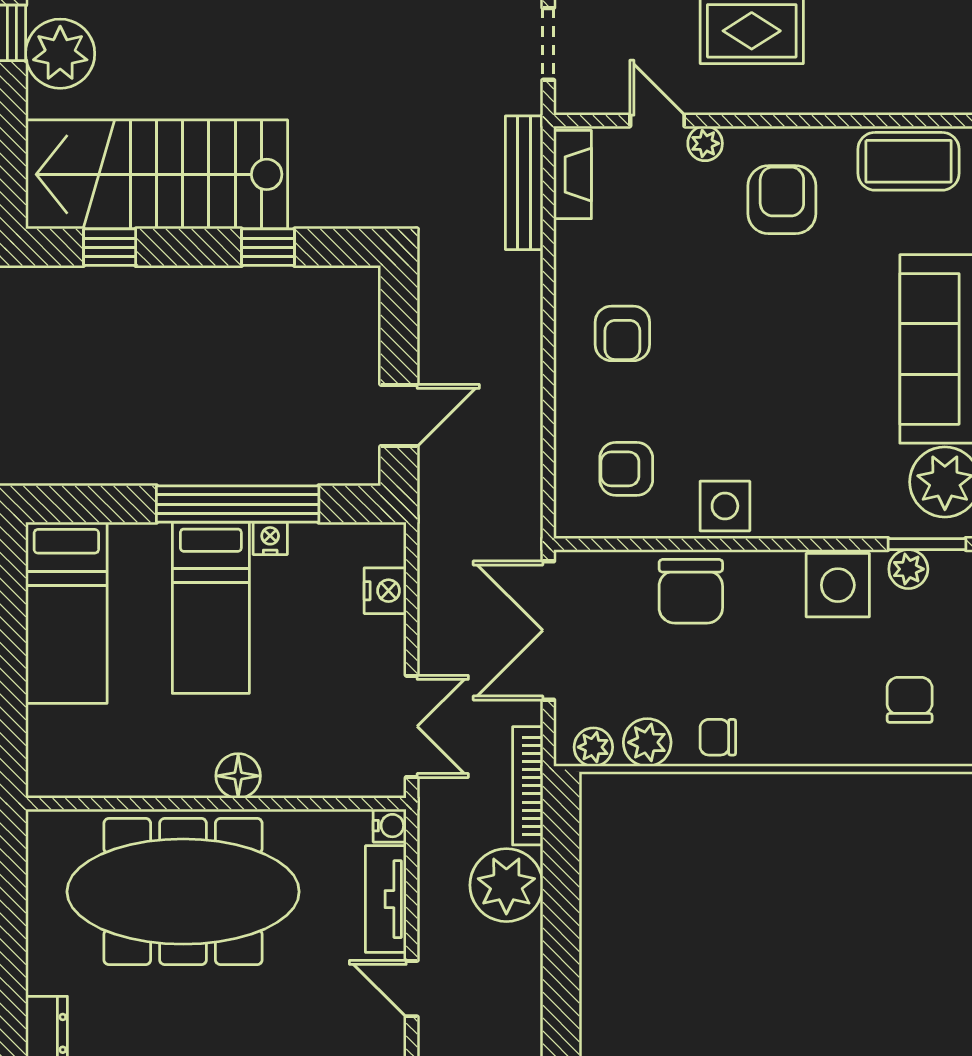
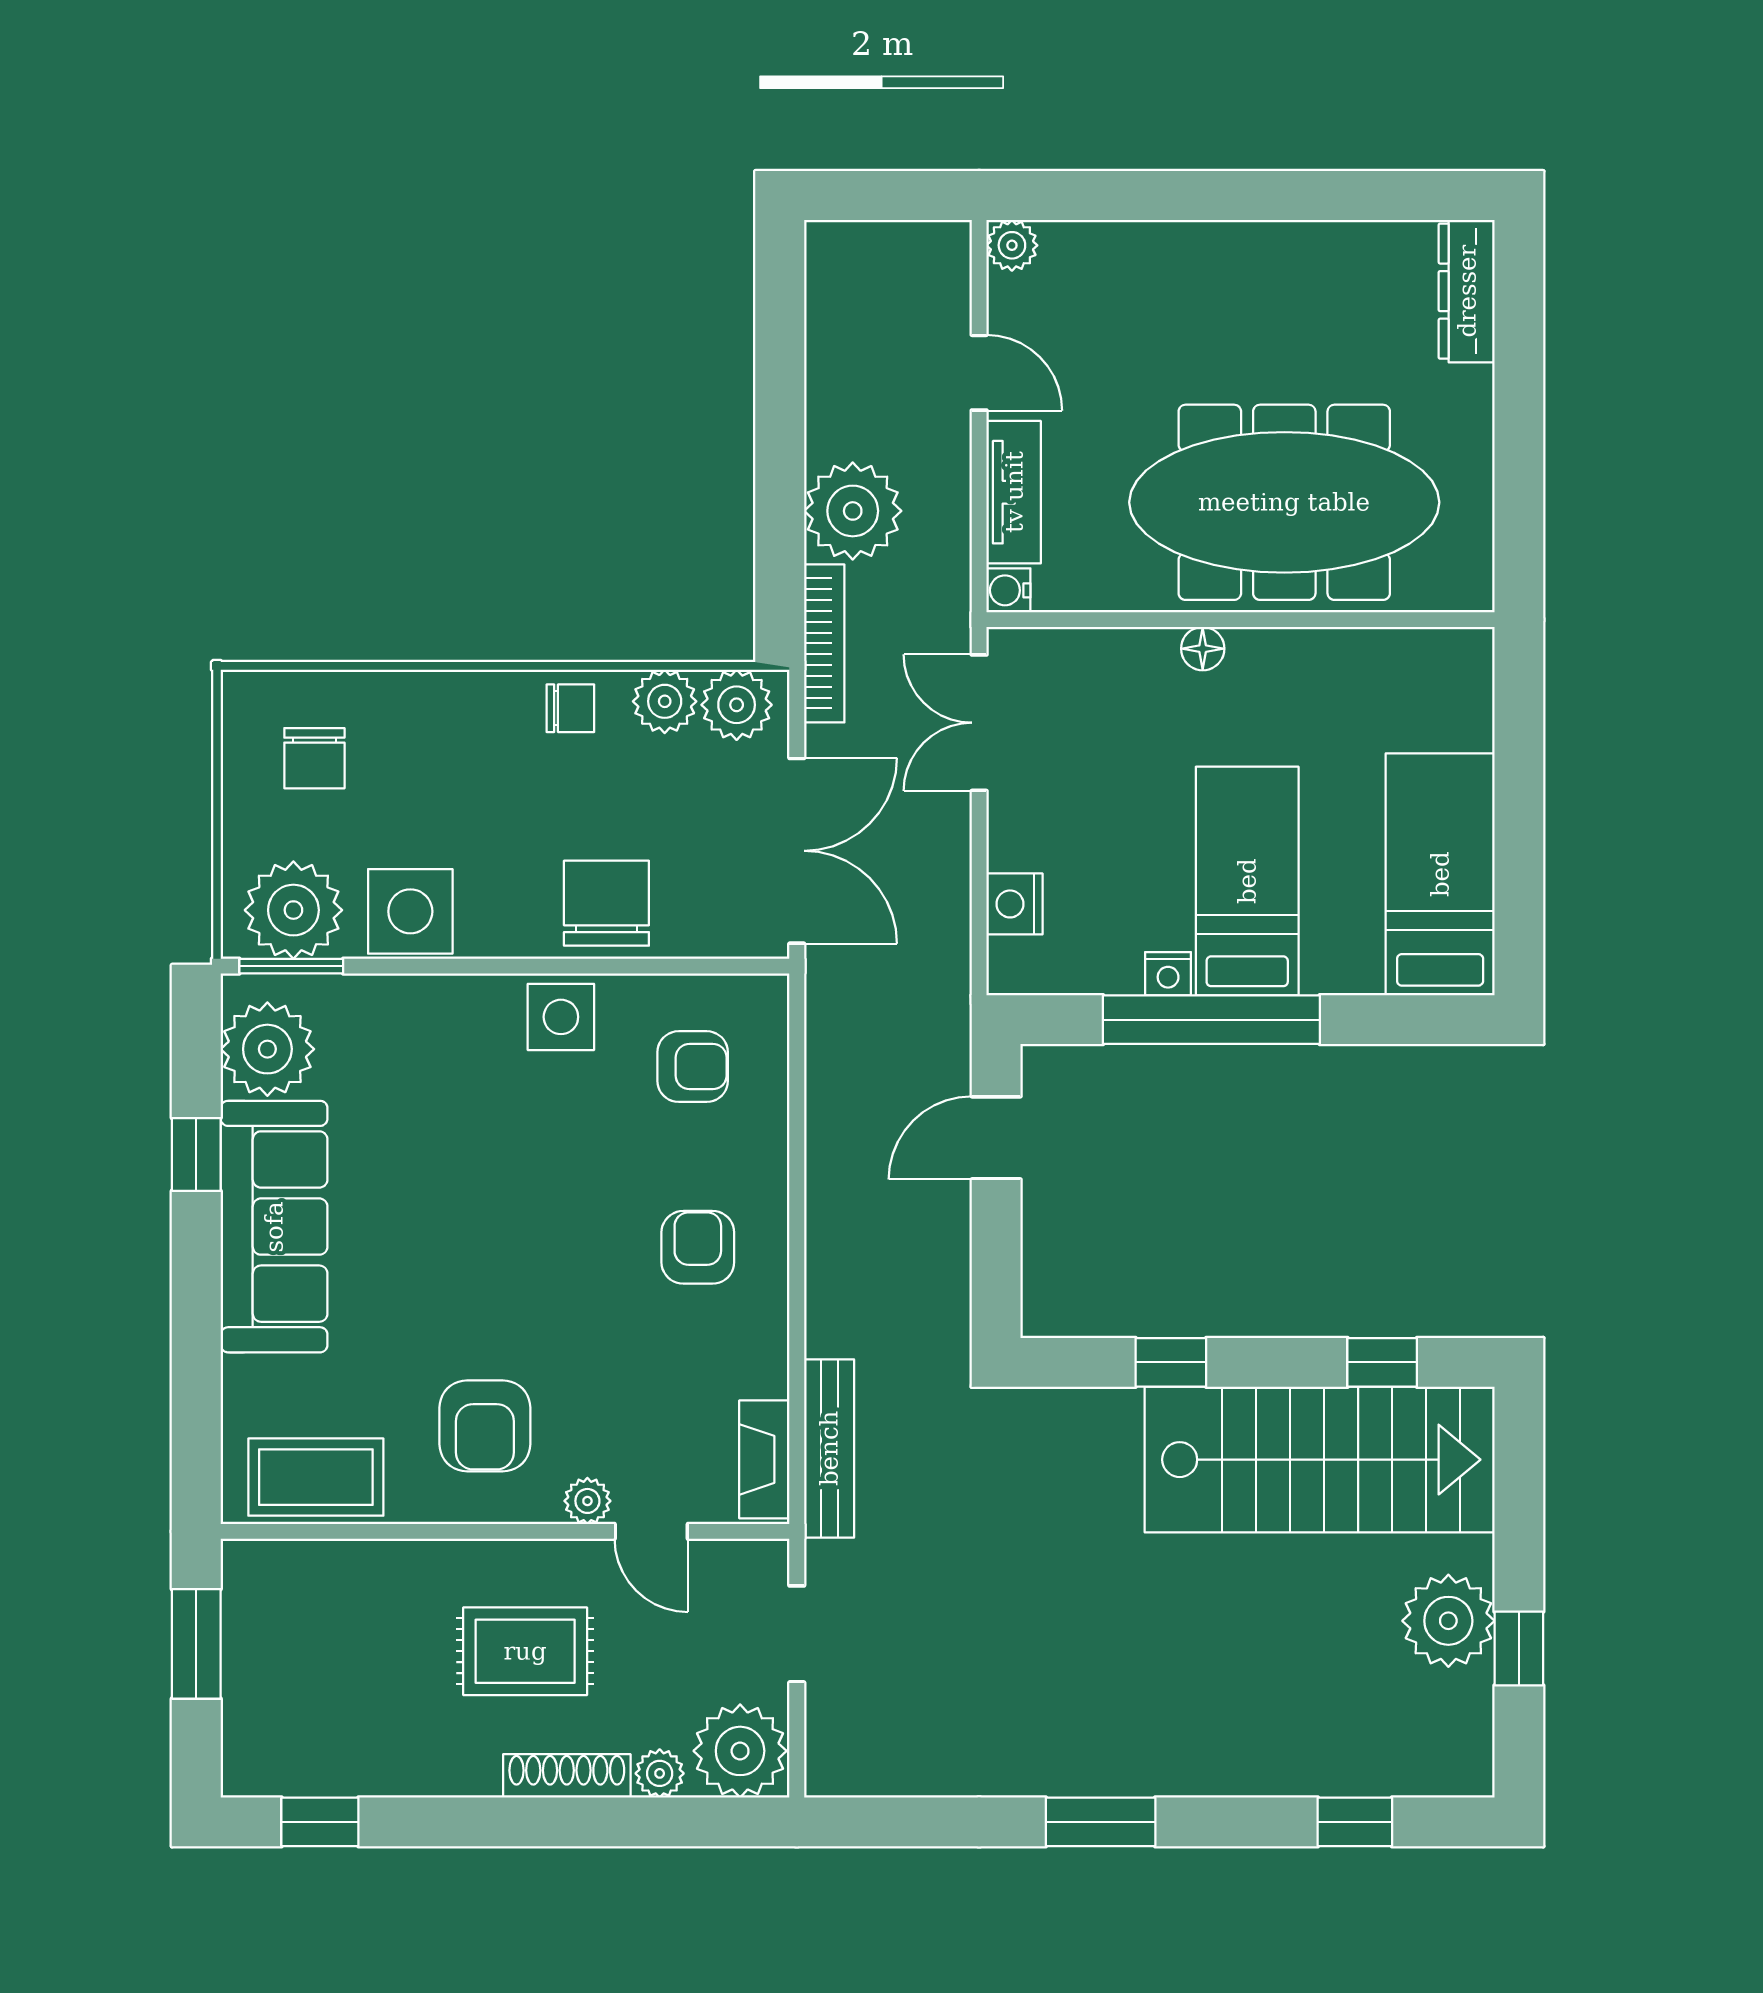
plant: (908, 569) -> (293, 910), width x1.88, depth x1.88
plant: (593, 747) -> (737, 705), width x1.38, depth x1.38
floor lamp: (238, 776) -> (1203, 649), width x0.73, depth x0.73

